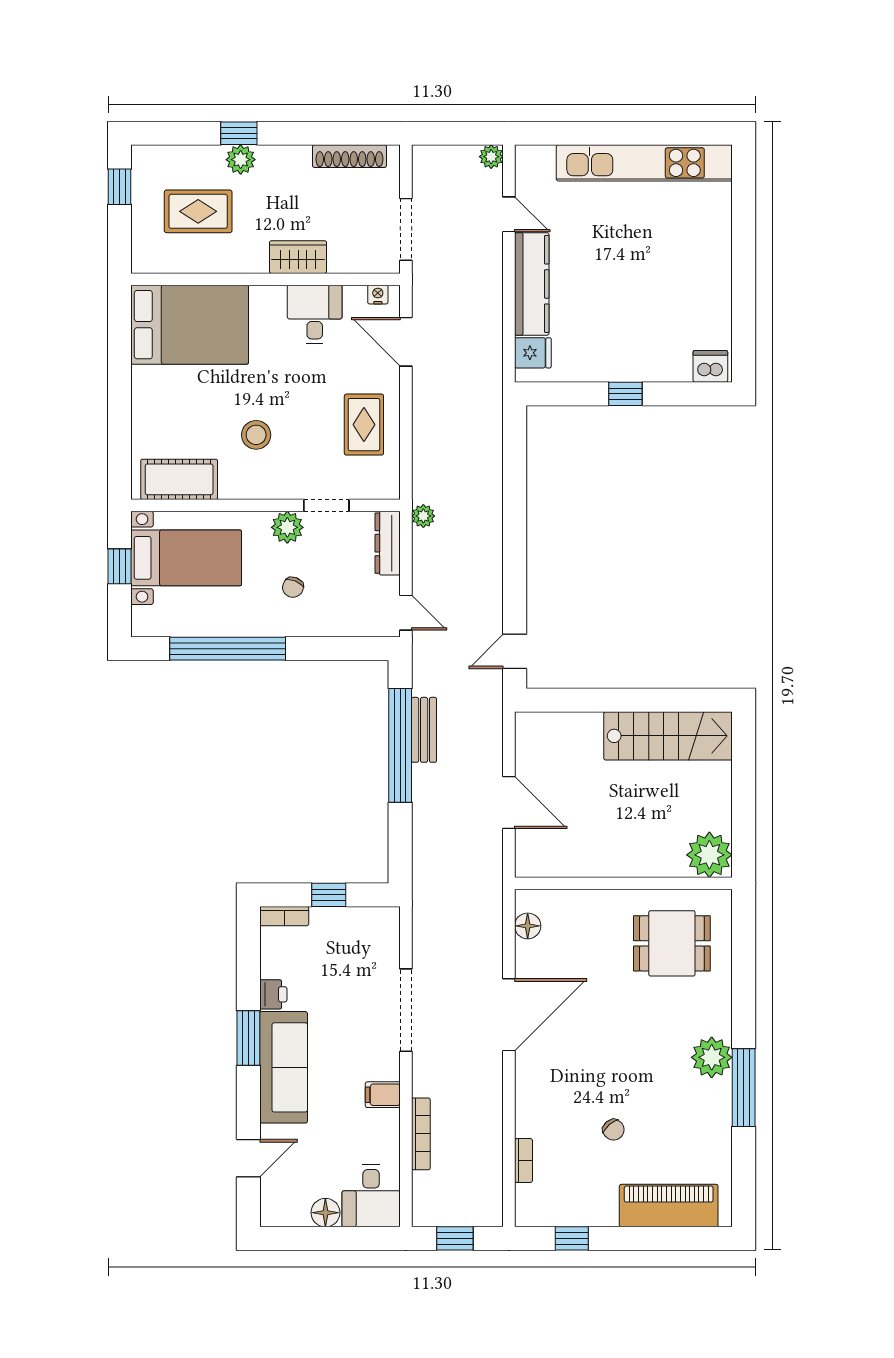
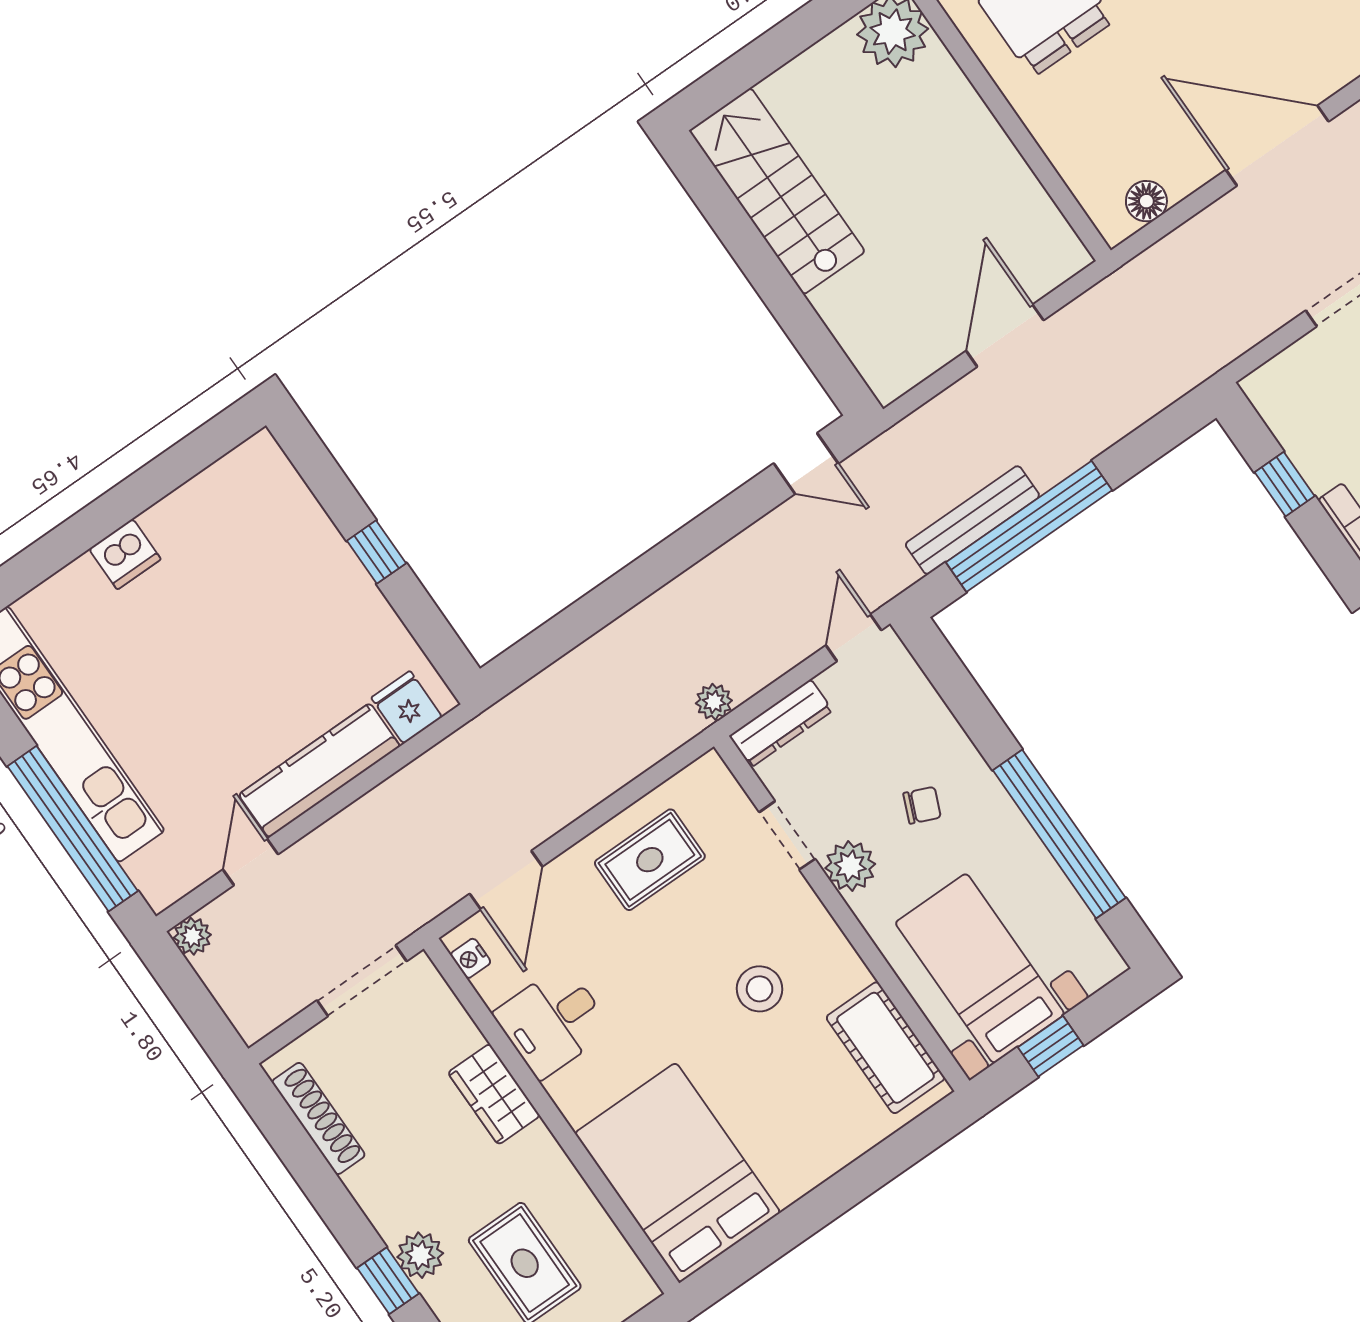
window: (591, 133) -> (73, 829), added
dishwasher: (710, 366) -> (125, 554), moved, turned -90
bench: (424, 730) -> (972, 520), width x1.36

